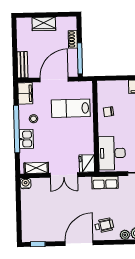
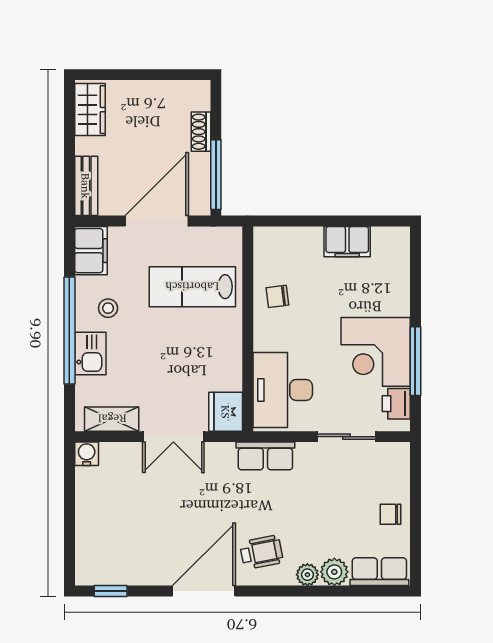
wardrobe: (44, 24) -> (90, 110), moved, turned -90

